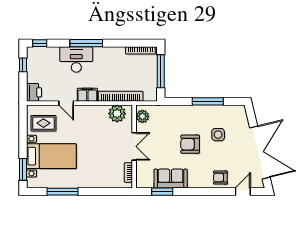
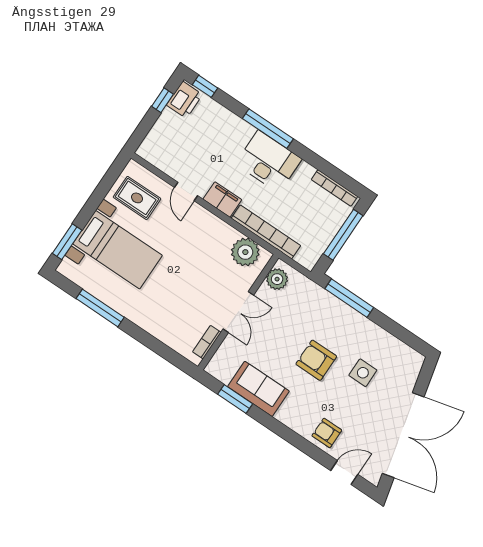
desk: (76, 59) -> (269, 161), moved
printer: (34, 92) -> (184, 100), moved
window: (208, 101) -> (349, 298), moved

